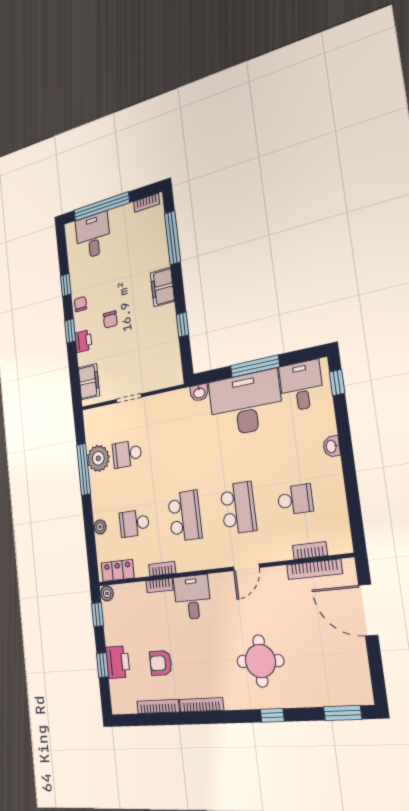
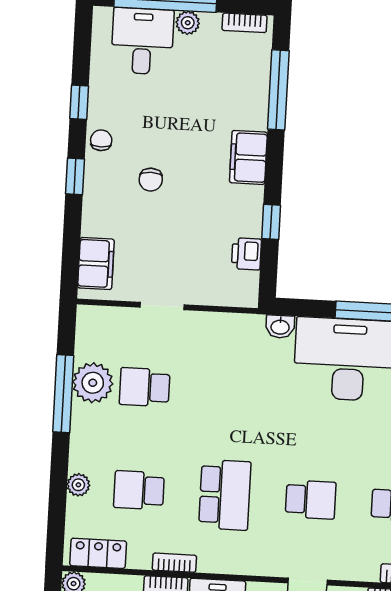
plant: (115, 215) -> (188, 23), added
printer: (83, 341) -> (246, 254), moved, turned 180
school desk: (238, 508) -> (311, 500), width x0.54

